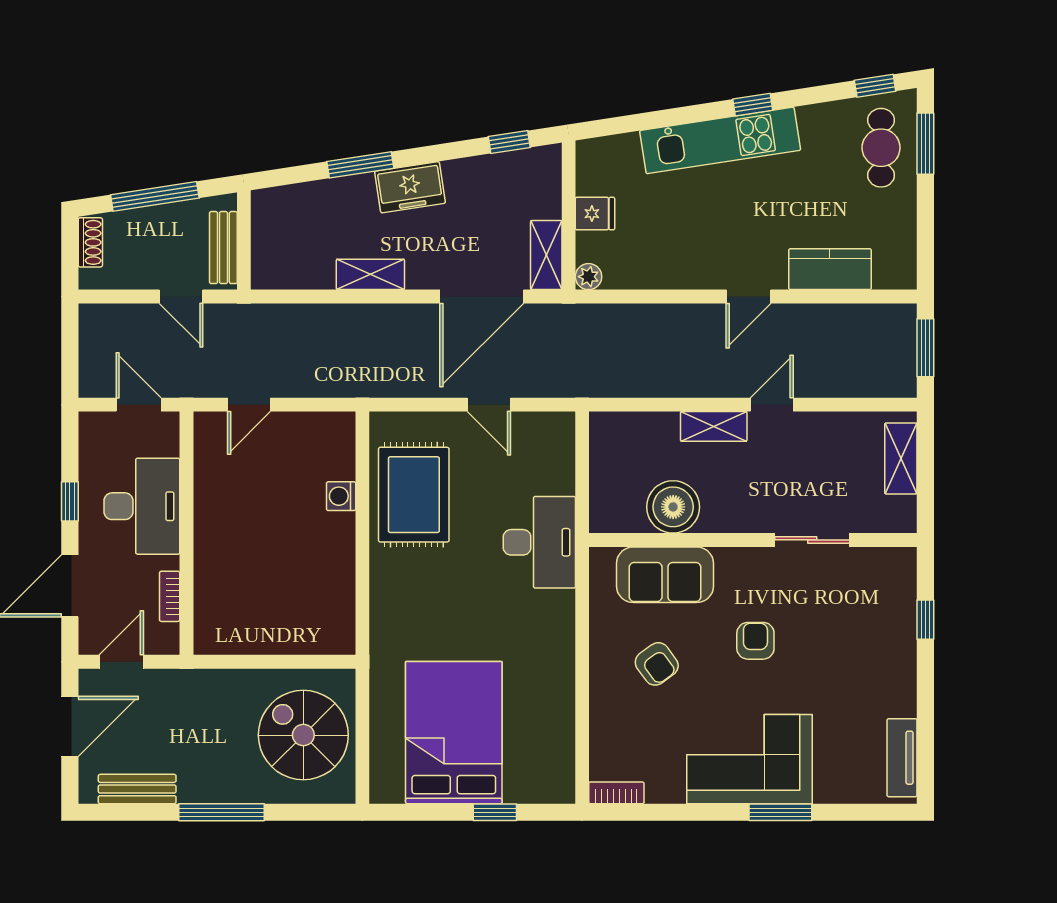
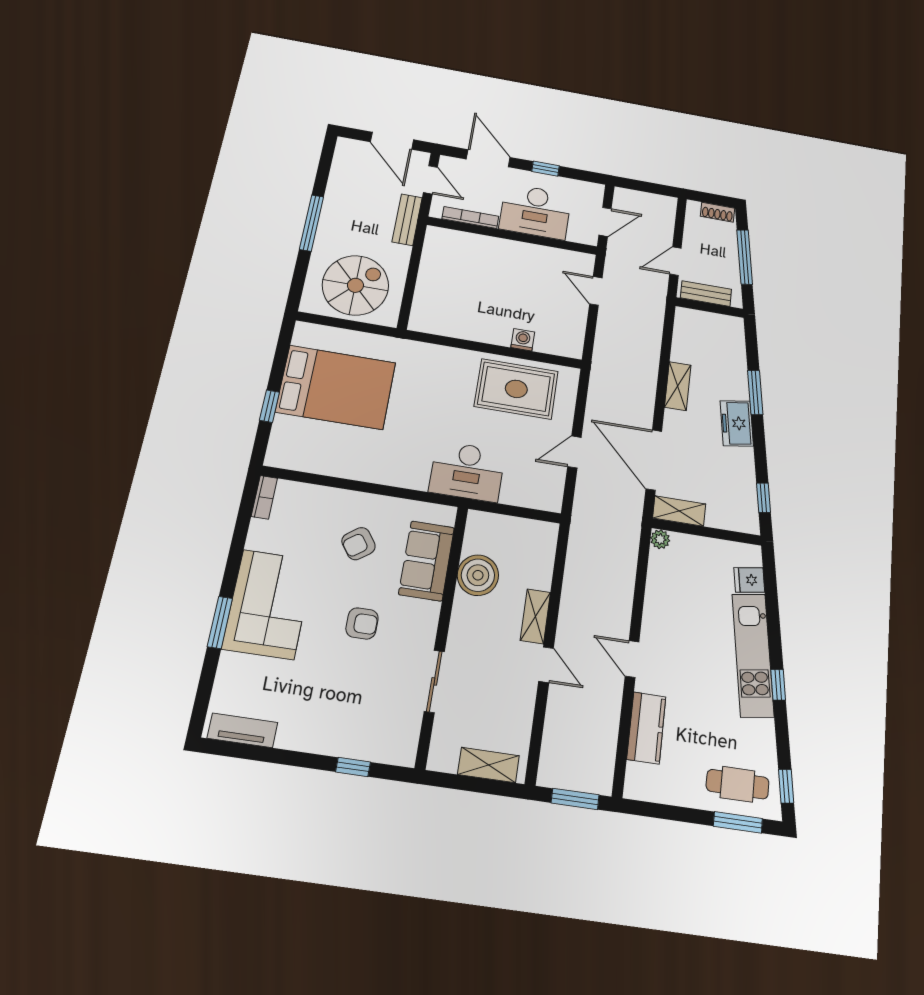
fridge: (595, 214) -> (749, 580), moved, turned 81
bookcase: (170, 596) -> (470, 217), width x1.56
bench: (137, 789) -> (407, 220), moved

